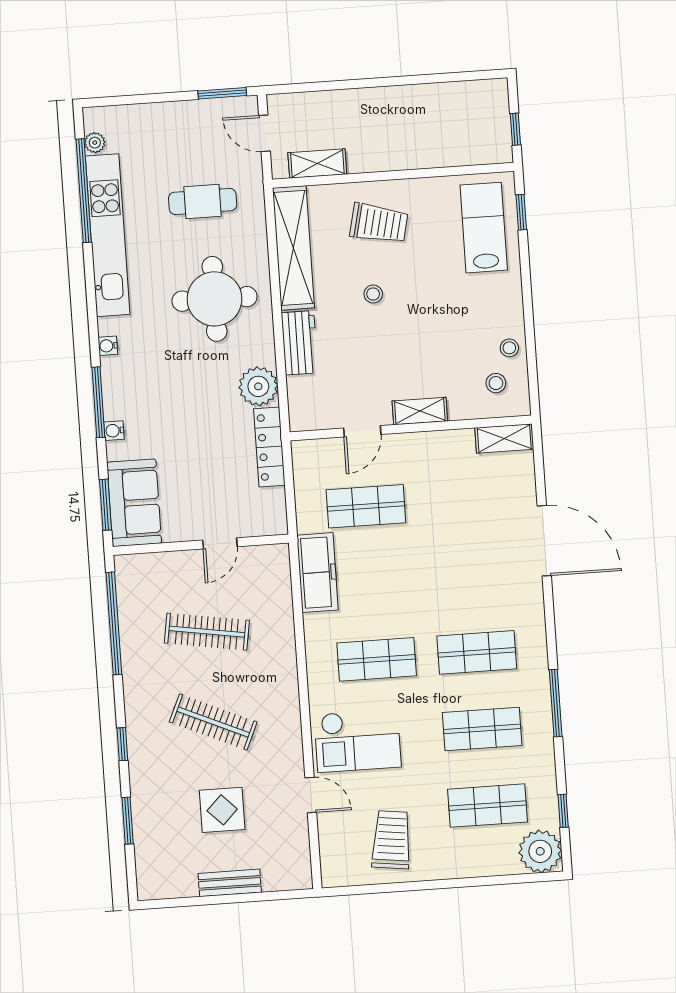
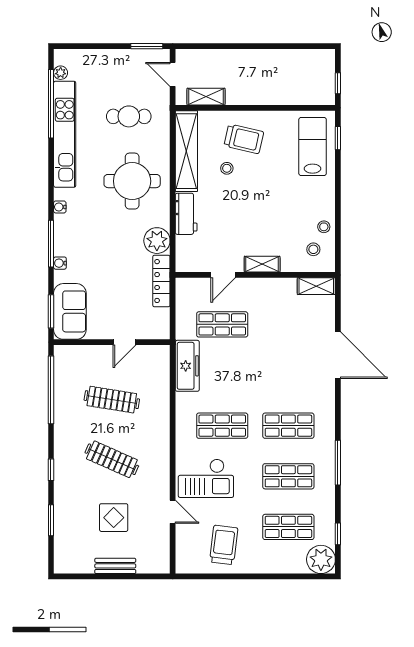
stool: (373, 294) -> (227, 168), moved

